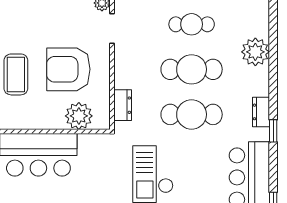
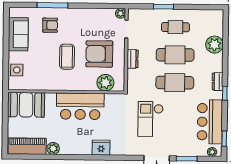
dresser: (123, 105) -> (133, 59), moved

